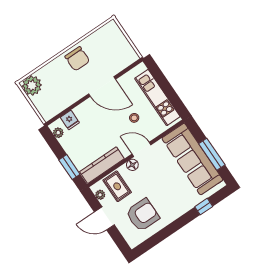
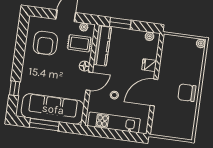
plant: (32, 86) -> (201, 43), width x0.53, depth x0.53
fridge: (70, 120) -> (149, 65), moved

